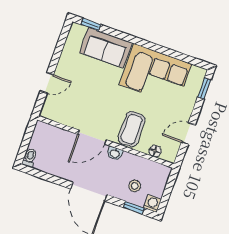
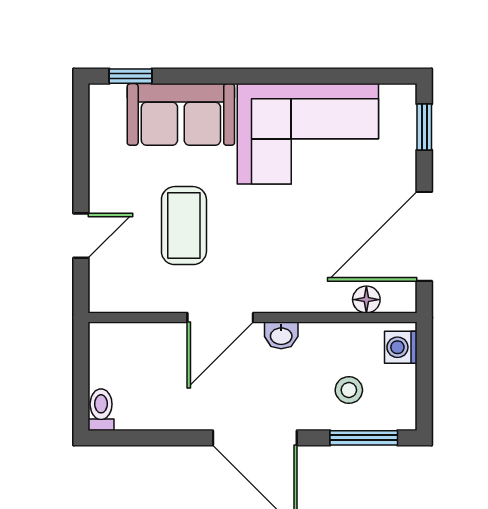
coffee table: (132, 129) -> (184, 226), moved
door: (188, 134) -> (424, 236), width x1.87
washing machine: (152, 203) -> (401, 347), moved, turned -90
window: (134, 208) -> (364, 438), width x1.50

